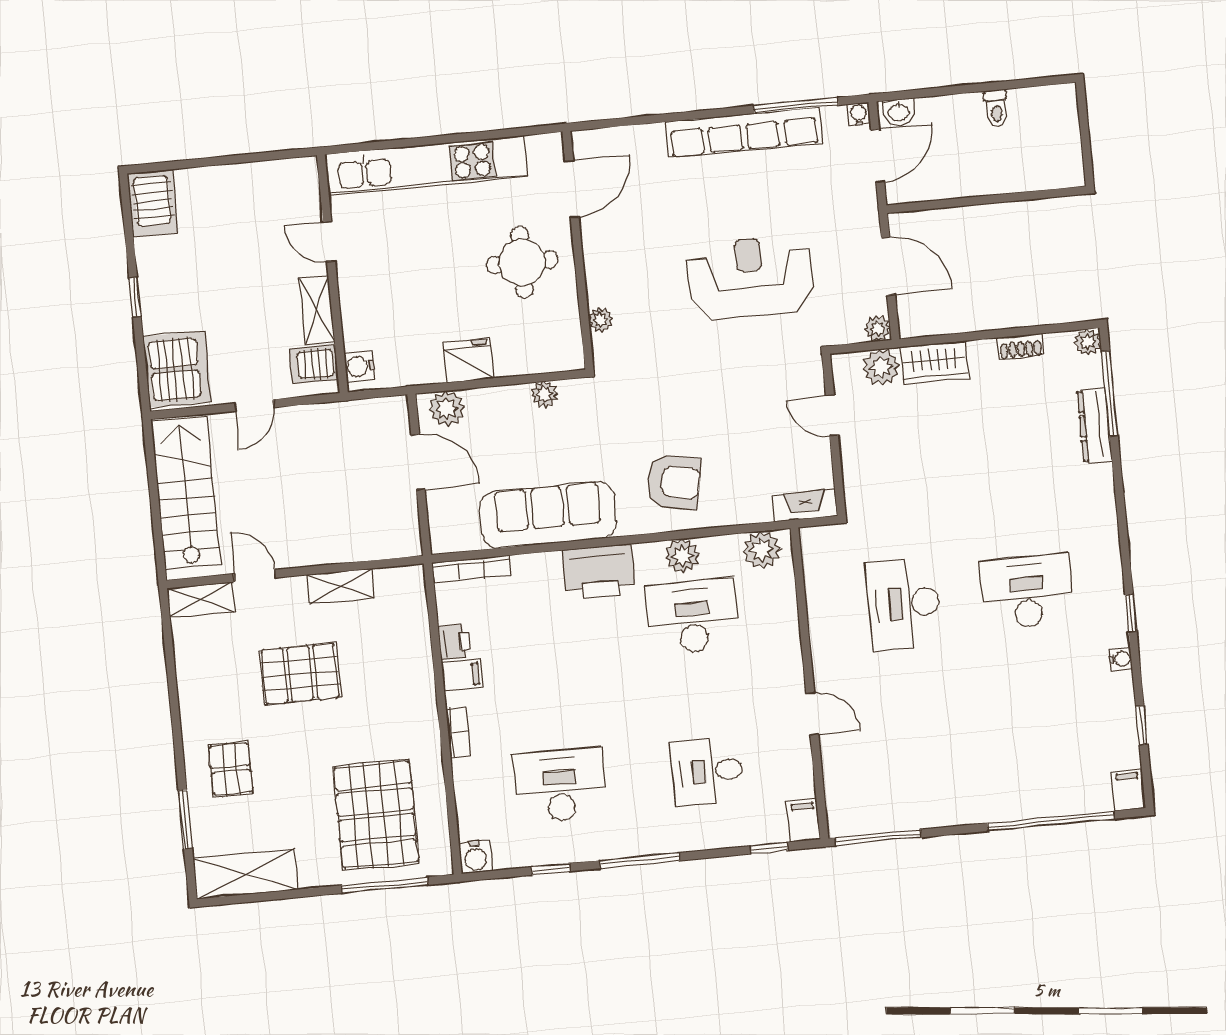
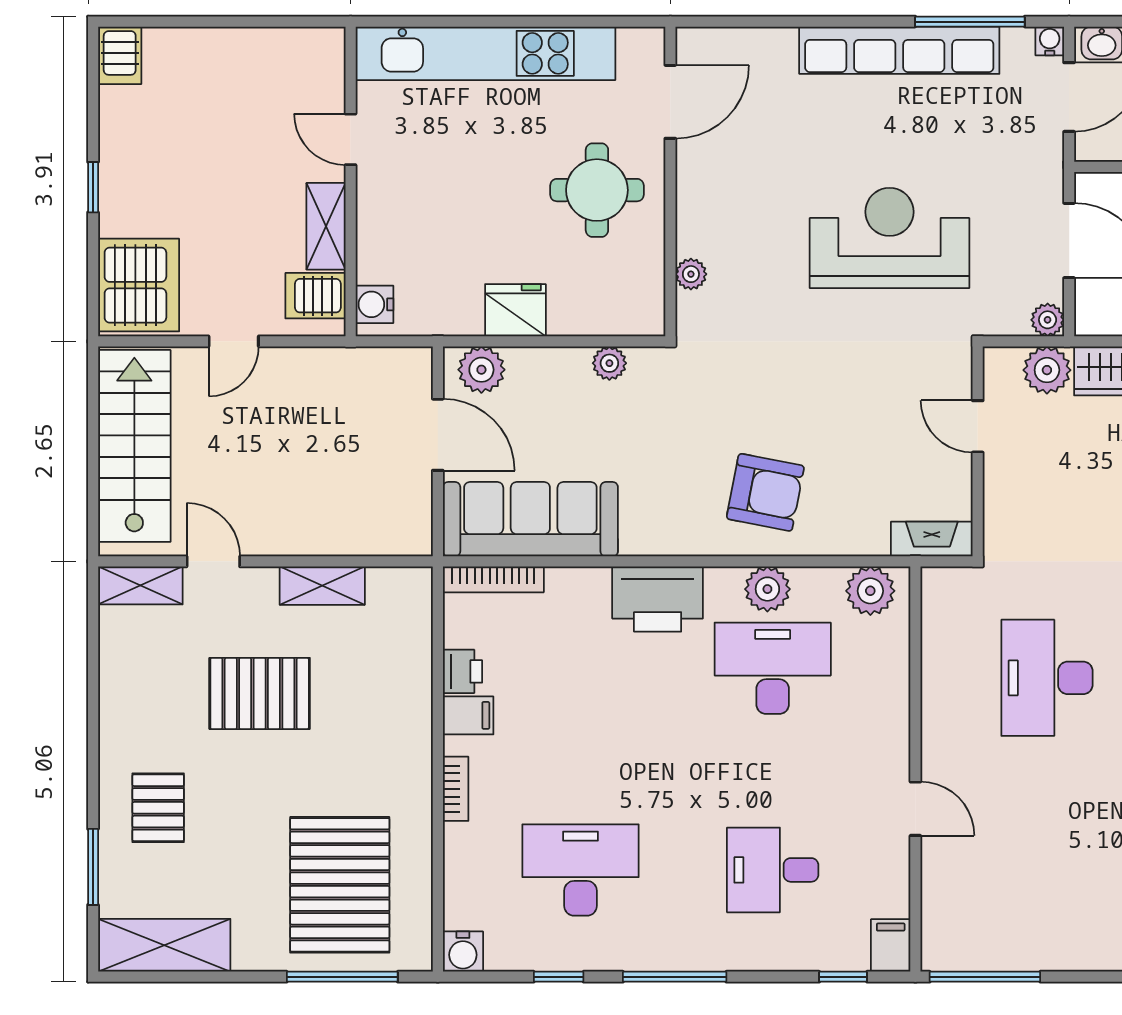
server rack: (153, 203) -> (120, 55), width x0.73, depth x0.70
sofa: (548, 515) -> (530, 519), moved

